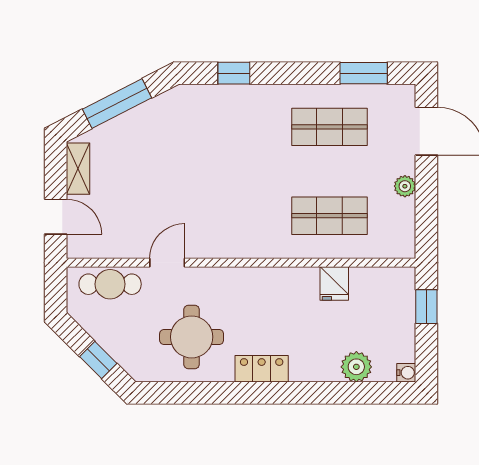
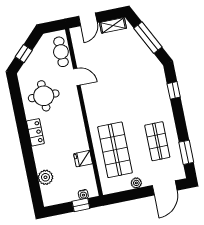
shop shelf: (330, 216) -> (115, 150), width x1.43, depth x1.36
water cooler: (406, 373) -> (83, 194), moved

